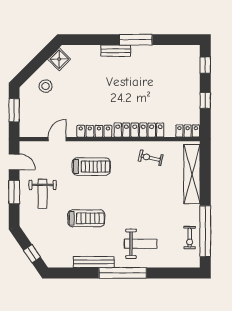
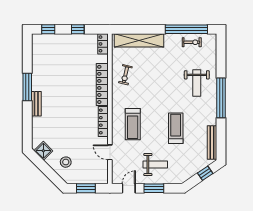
treadmill: (91, 167) -> (133, 124), turned 180
weight bench: (141, 244) -> (197, 83), turned 180
bench: (94, 262) -> (212, 142), moved

